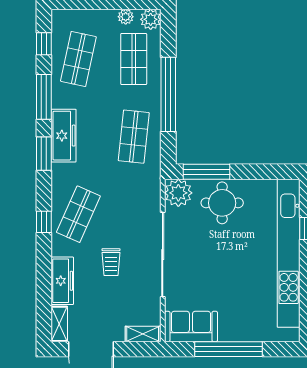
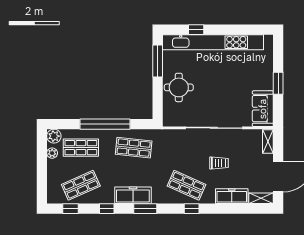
shop shelf: (78, 59) -> (81, 185), turned -36
window: (44, 97) -> (107, 209), width x0.46
window: (206, 172) -> (158, 61), moved
plant: (178, 193) -> (172, 117), removed
window: (228, 349) -> (278, 83), width x0.47

